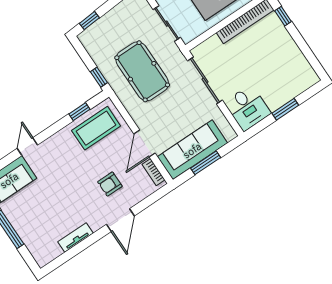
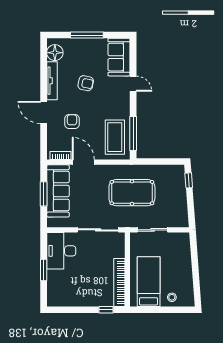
window: (99, 77) -> (147, 162), removed
desk: (248, 108) -> (61, 251), width x1.37
window: (79, 112) -> (133, 133), width x2.17
armchair: (60, 197) -> (86, 83), added
tv unit: (75, 237) -> (52, 81), width x1.41
floor lamp: (50, 250) -> (55, 53), added

